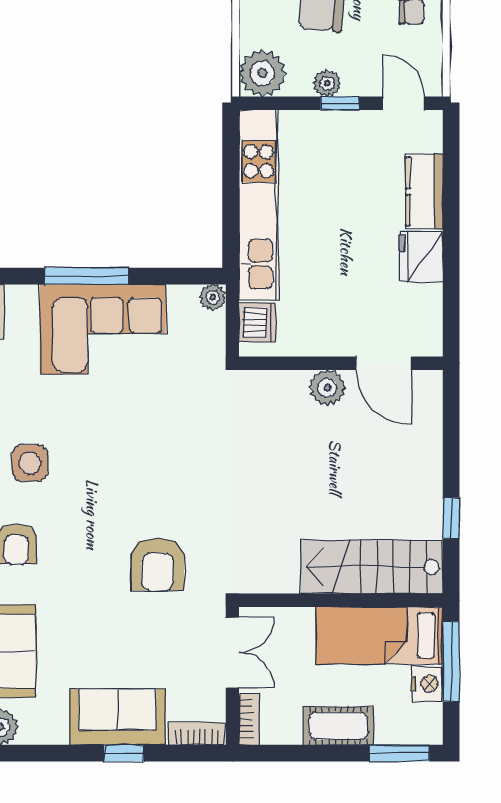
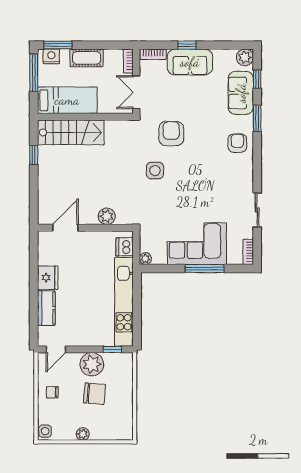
plant: (262, 73) -> (122, 363), removed
plant: (327, 83) -> (92, 364), width x1.87, depth x1.87
window: (340, 103) -> (112, 349), moved
door: (404, 103) -> (56, 349), hinge flipped
door: (384, 363) -> (65, 228), hinge flipped
plant: (327, 388) -> (107, 216), moved
side table: (30, 463) -> (155, 171), moved
window: (451, 662) -> (34, 73), moved
nightstand: (427, 684) -> (51, 56), moved, turned 90

